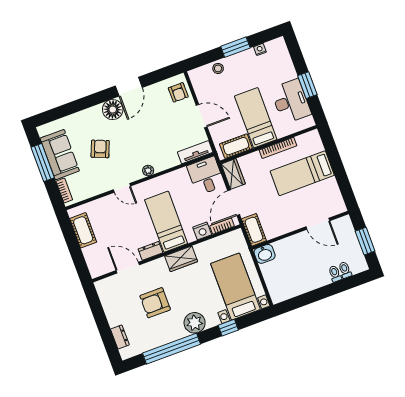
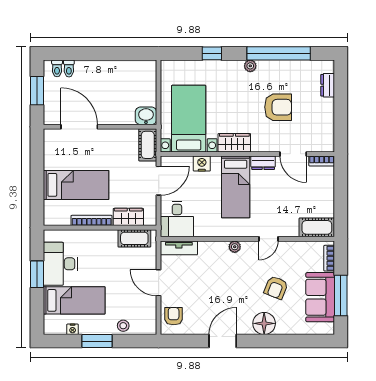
floor lamp: (113, 110) -> (264, 323), moved
bed: (256, 118) -> (74, 300), moved, turned -90
wardrobe: (233, 174) -> (128, 217), moved, turned 90
door: (122, 188) -> (268, 239), swing flipped
door: (318, 224) -> (79, 127), width x1.36
bookcase: (222, 226) -> (322, 161), moved
cot: (83, 230) -> (317, 227), moved, turned 90
toilet: (335, 274) -> (57, 68), moved
bed with nightstands: (235, 287) -> (189, 119), moved, turned 180
plant: (195, 323) -> (250, 66), width x0.53, depth x0.53

